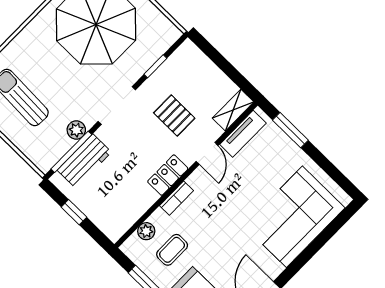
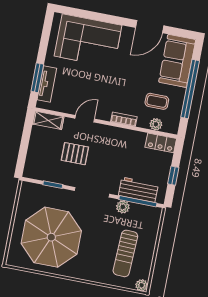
pallet: (174, 116) -> (75, 154), turned 90
tv unit: (243, 134) -> (47, 84), moved, turned 90
locker: (168, 175) -> (161, 143), moved

